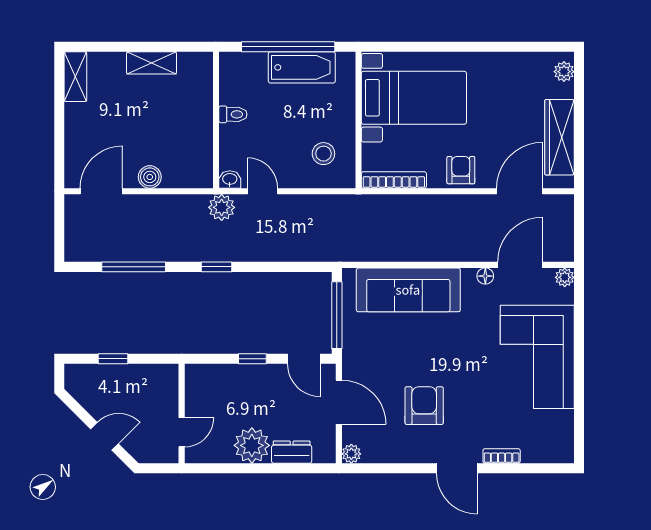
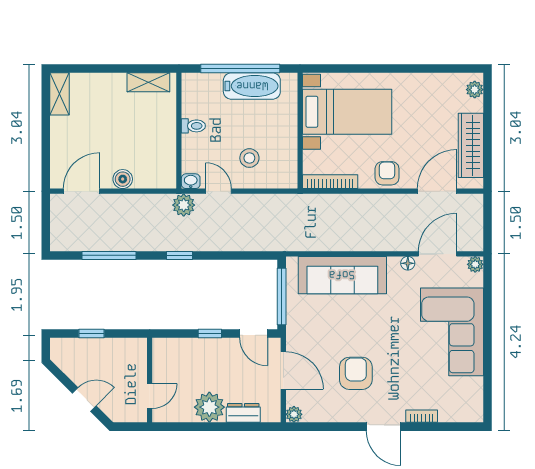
shelving: (152, 63) -> (148, 82), moved
stool: (323, 154) -> (249, 158), moved

